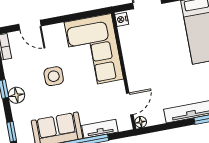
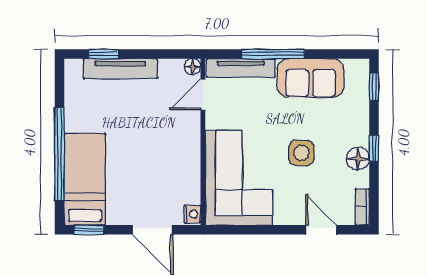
floor lamp: (16, 95) -> (358, 159), moved
tv unit: (100, 129) -> (241, 68), width x1.41

